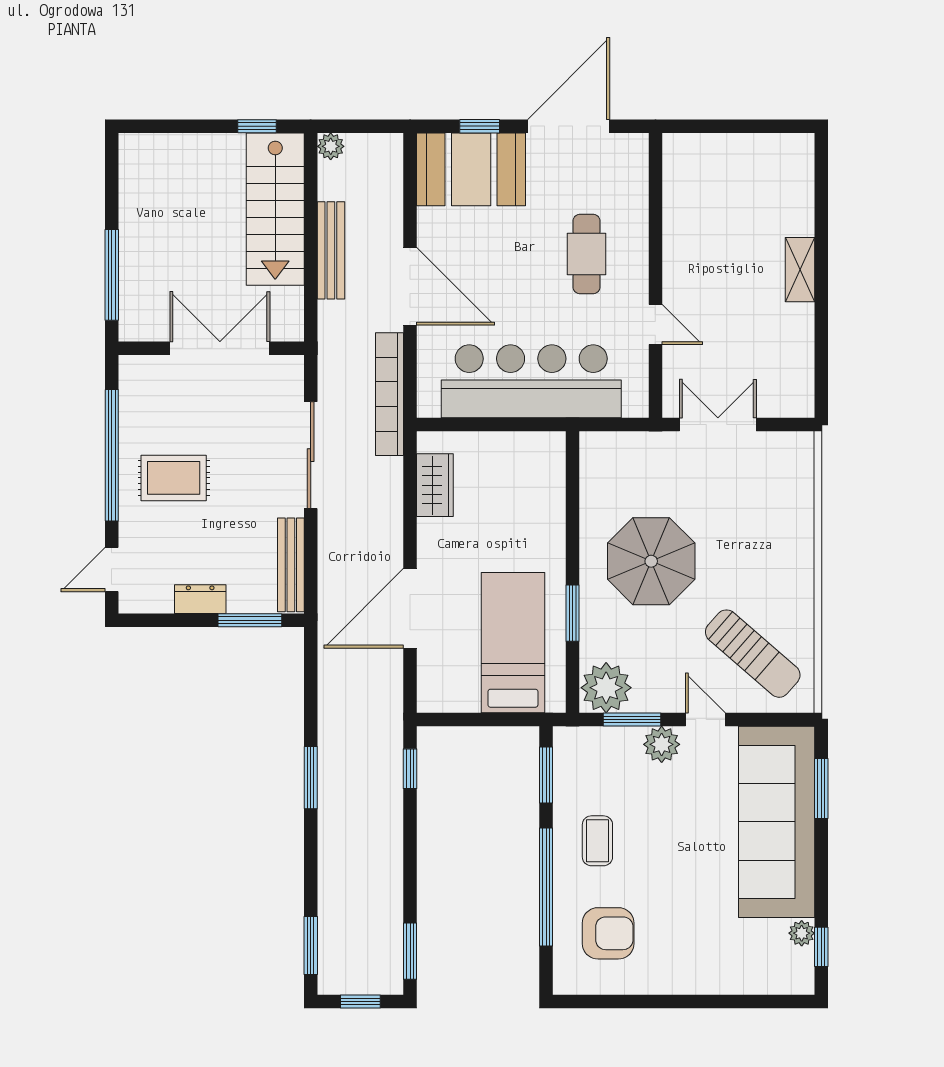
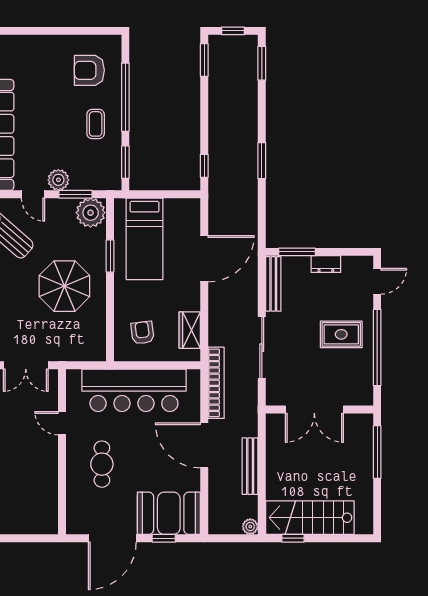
stairs: (275, 209) -> (310, 518), moved, turned -90
armchair: (516, 481) -> (142, 333), added

